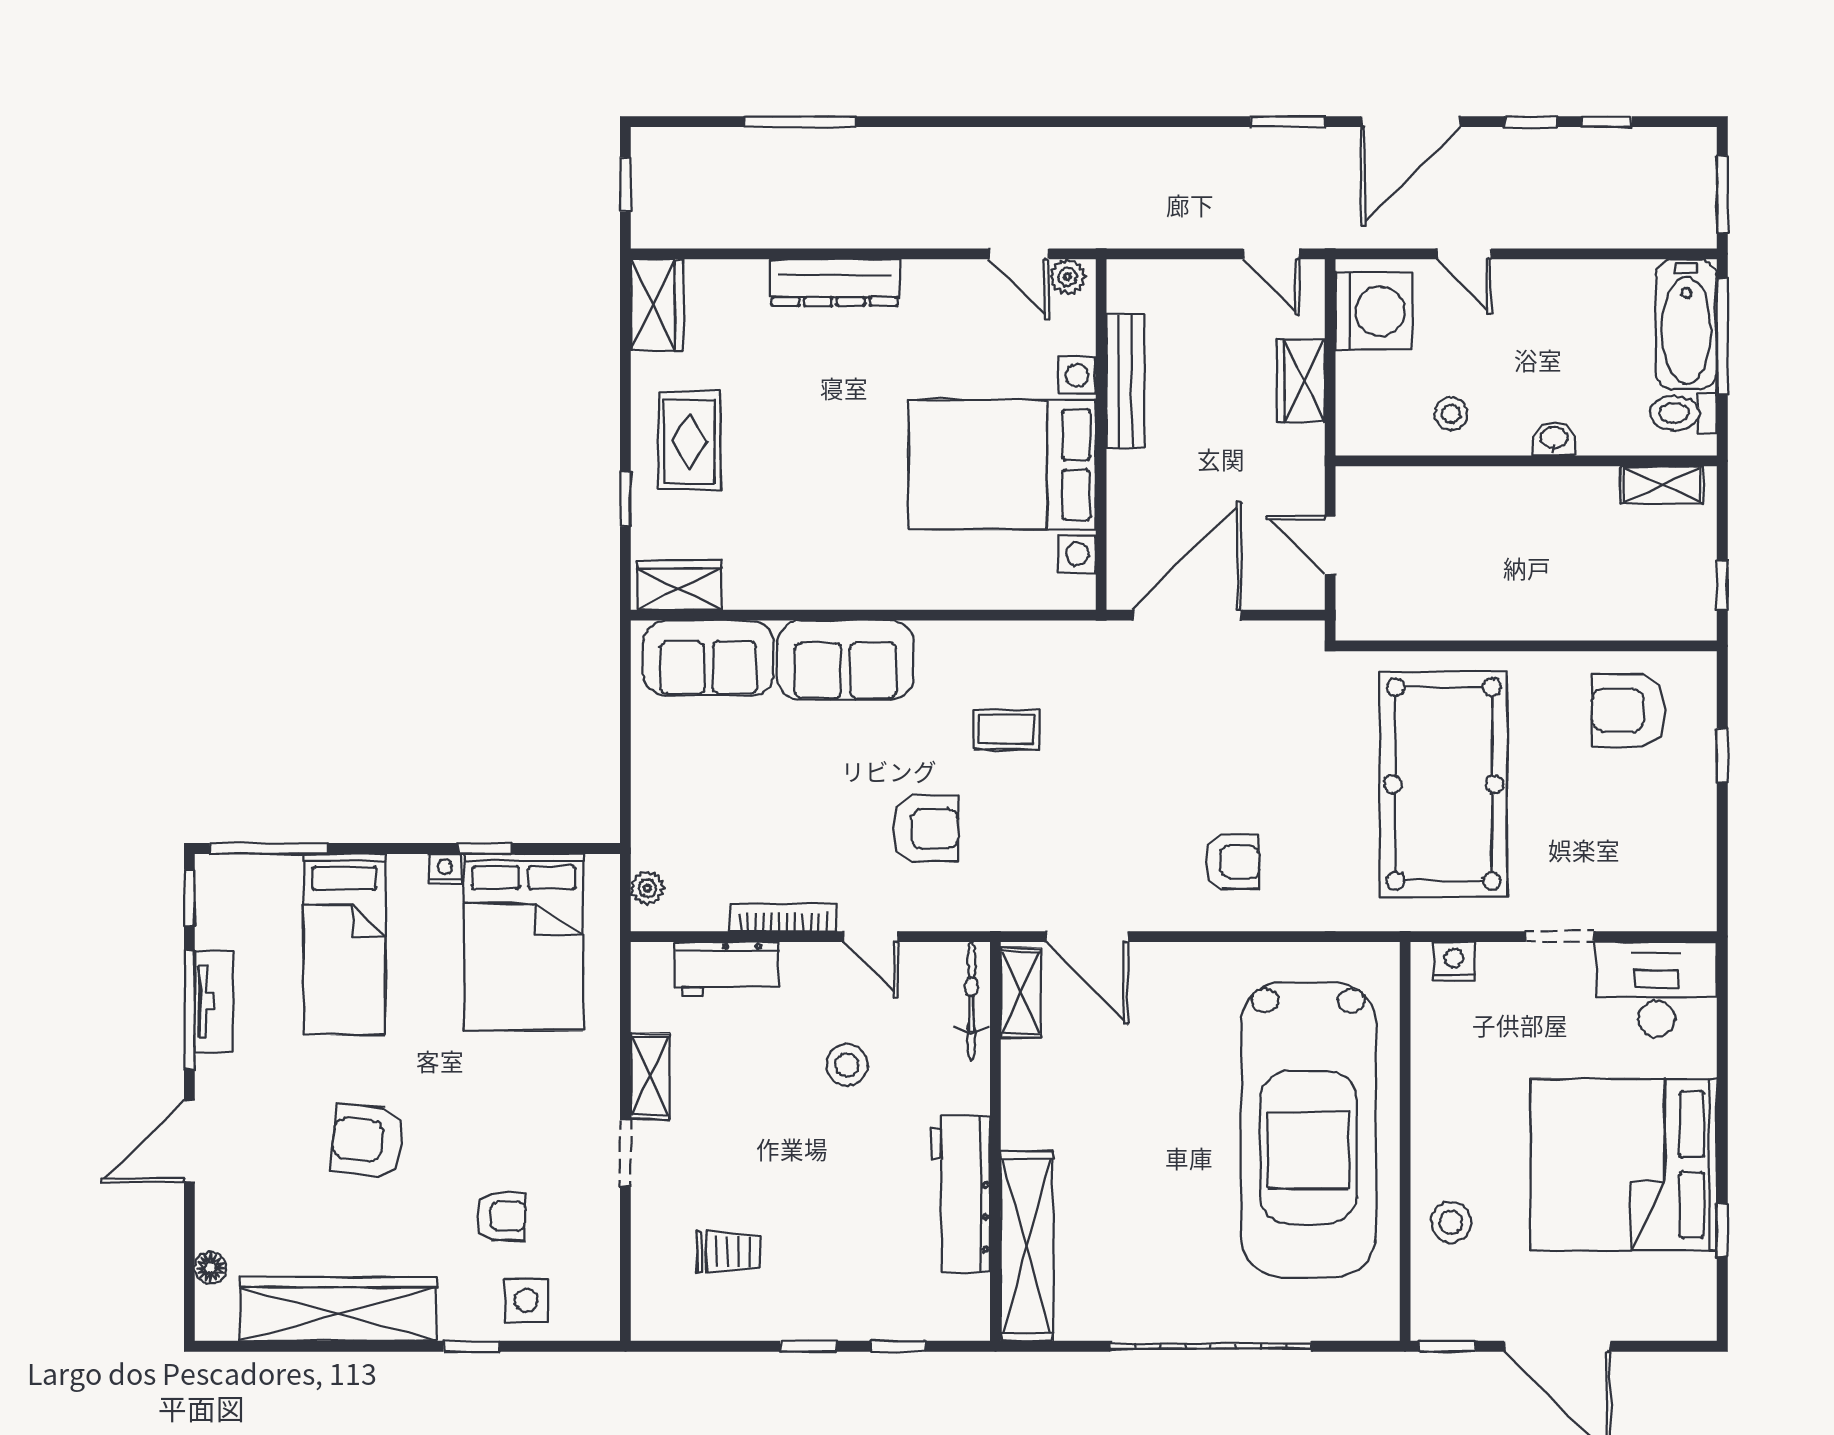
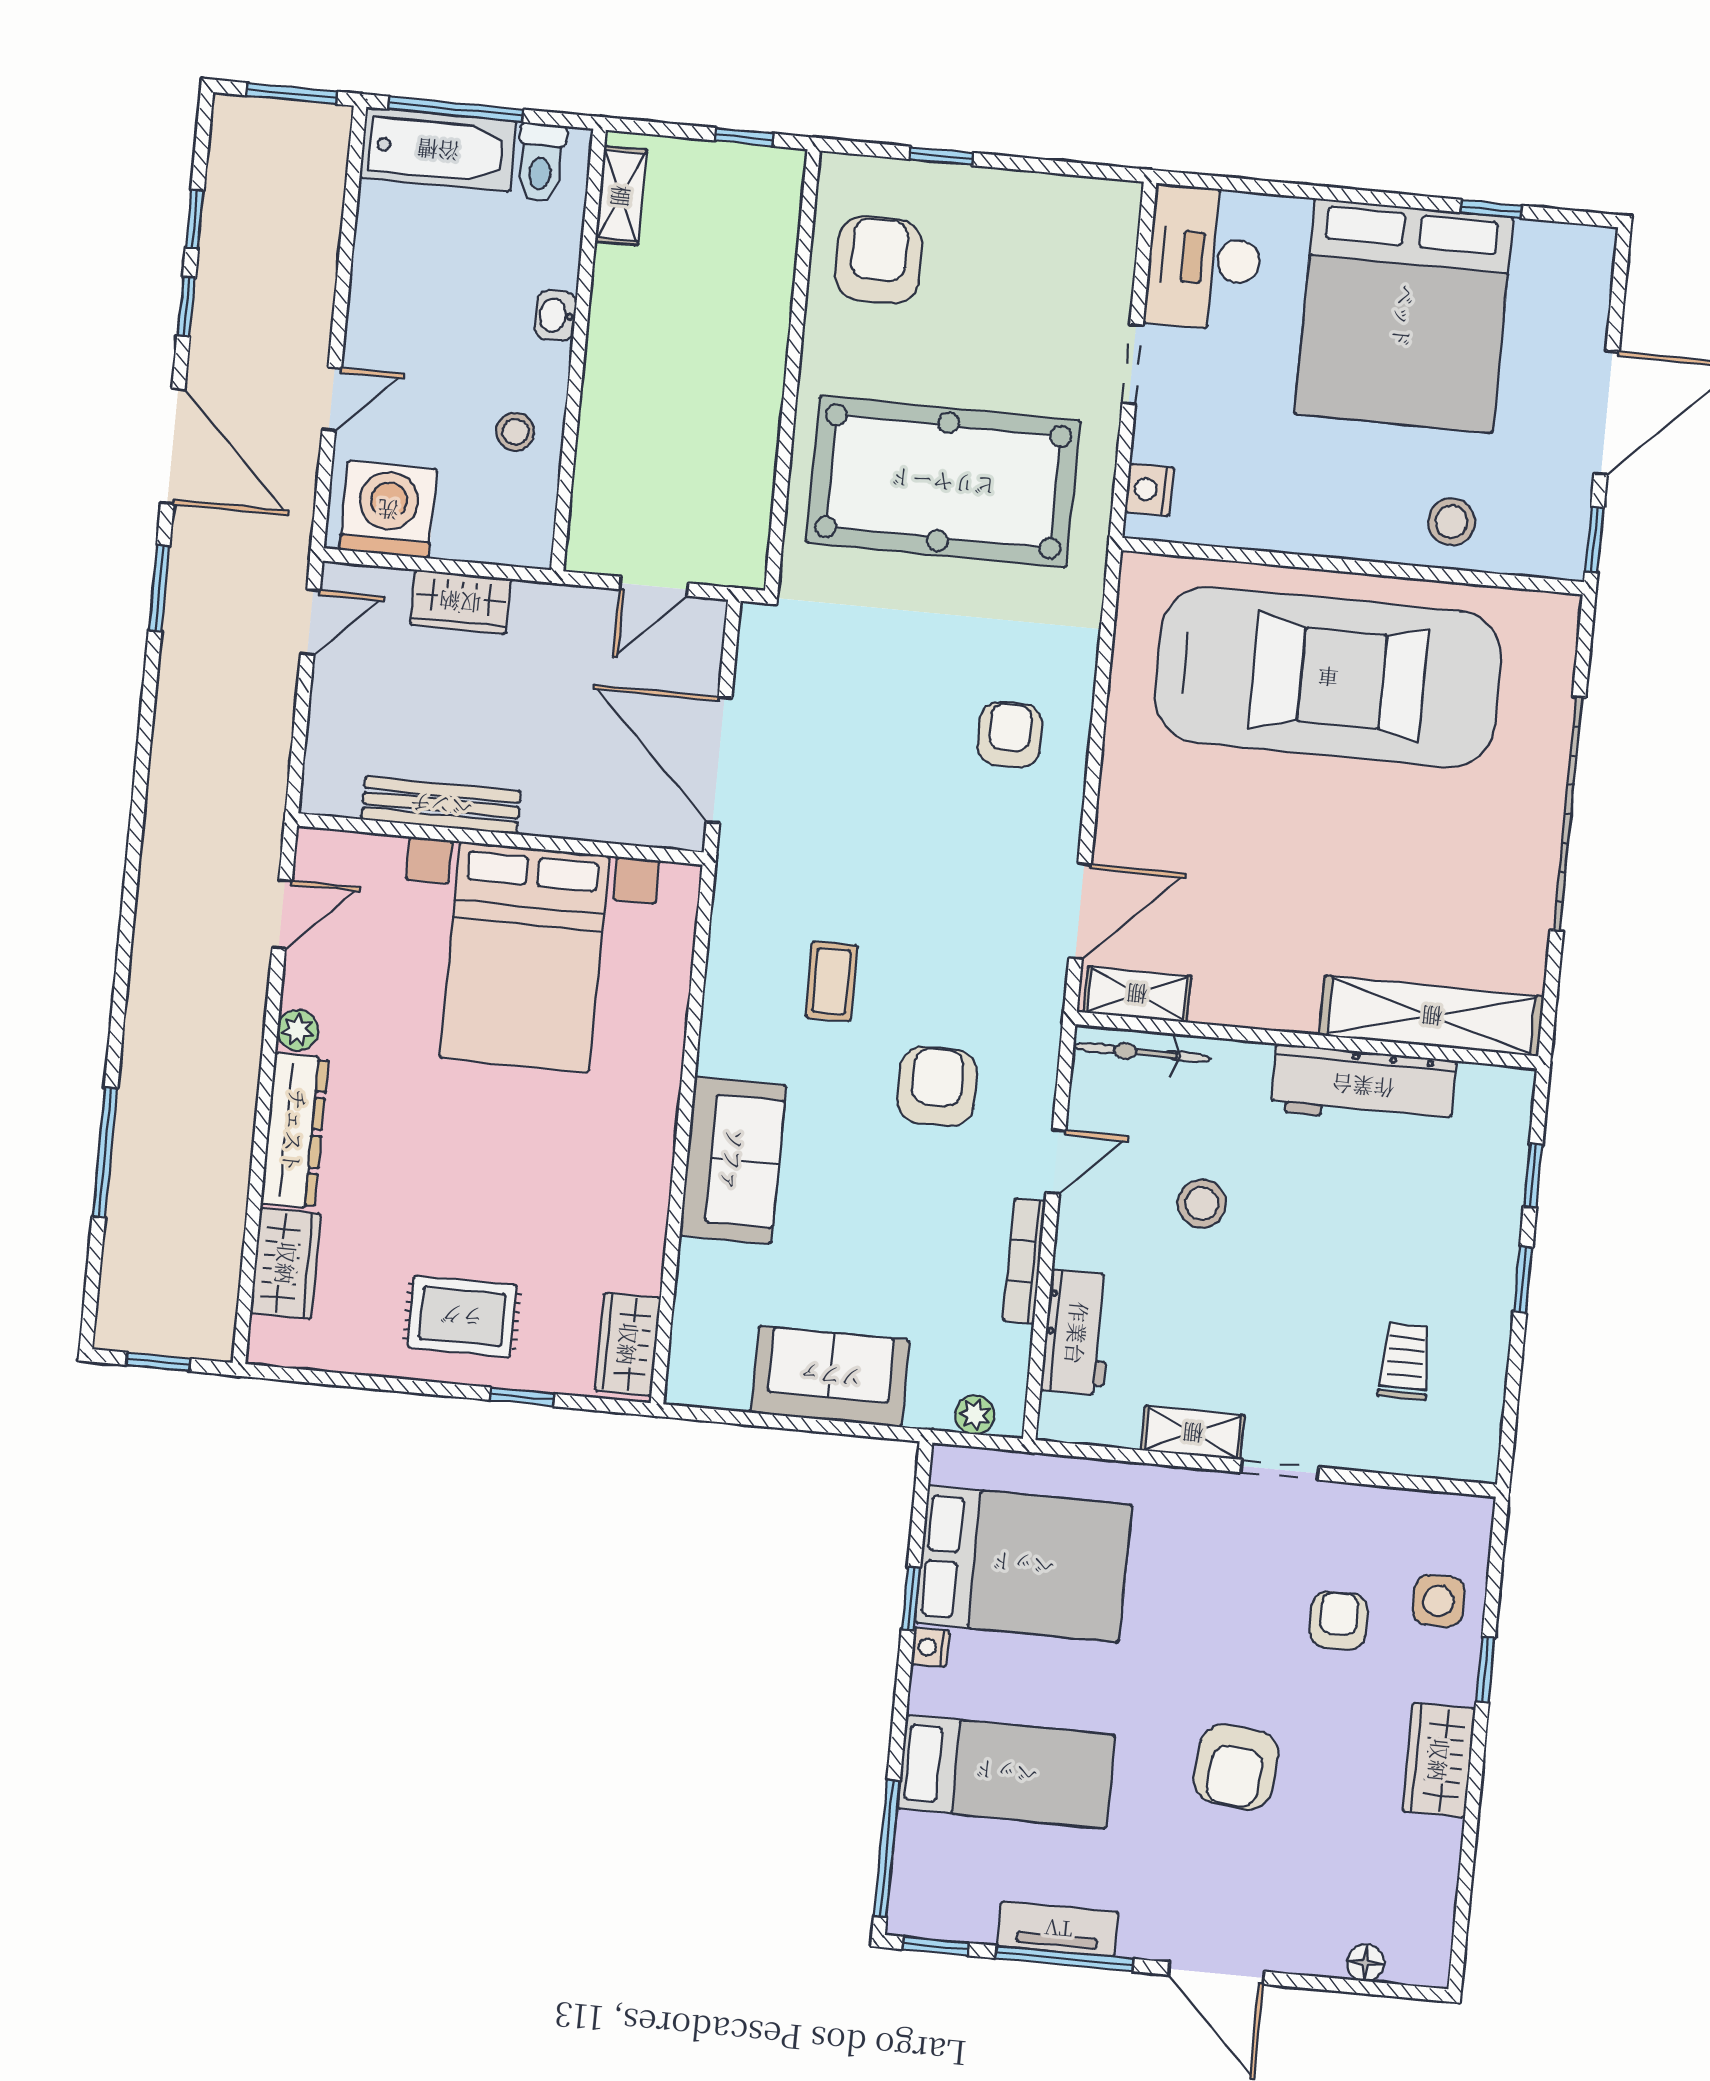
plant: (1068, 277) -> (298, 1030), moved
wardrobe: (657, 305) -> (286, 1263), moved, turned 90
sofa: (708, 658) -> (830, 1376), moved, turned -90
armchair: (1628, 711) -> (879, 260), turned 180
wardrobe: (339, 1309) -> (1439, 1760), width x0.48, depth x0.85

